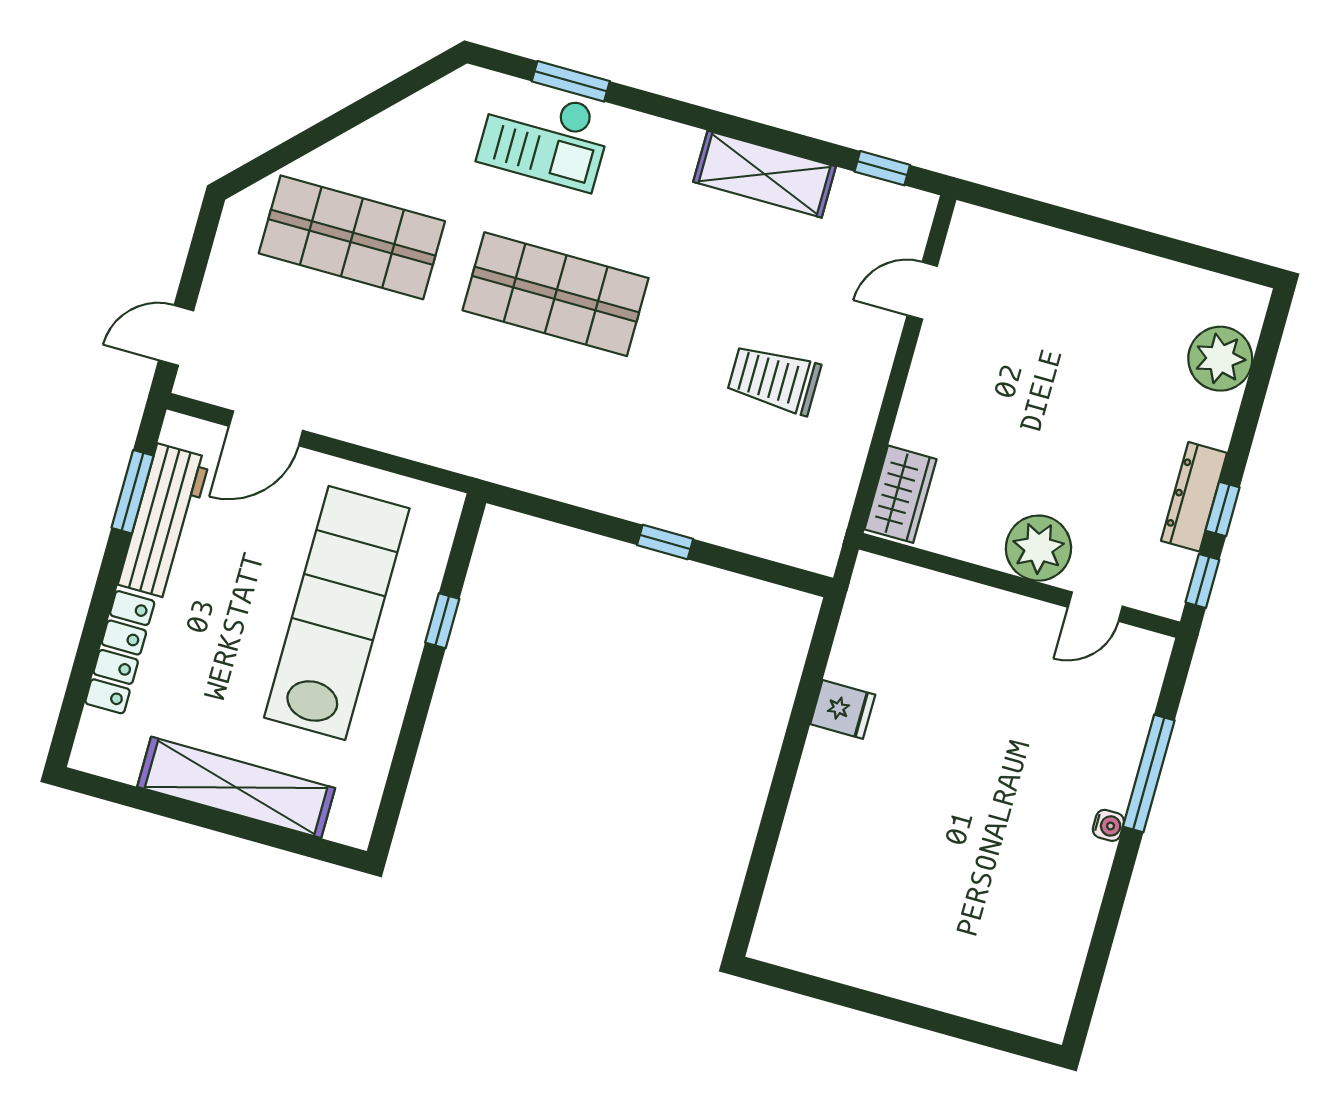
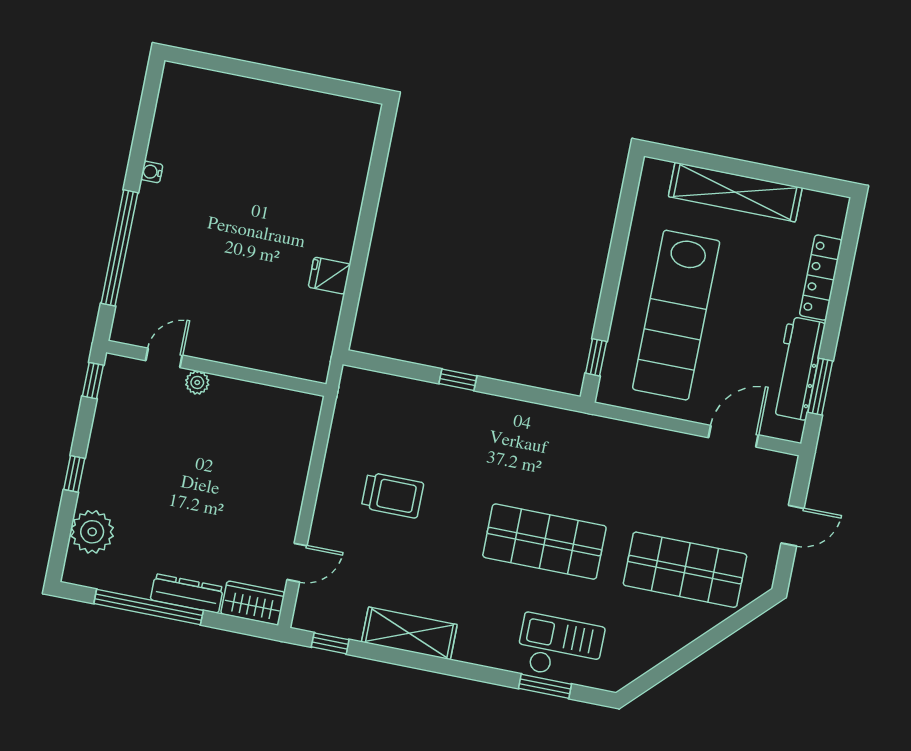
window: (1146, 242) -> (149, 607), added
door: (176, 335) -> (792, 526), moved
wardrobe: (901, 494) -> (253, 603), moved, turned 90
dresser: (1194, 497) -> (187, 593), moved, turned -90
window: (1223, 509) -> (74, 474), moved
plant: (1038, 548) -> (197, 382), width x0.53, depth x0.53
window: (442, 621) -> (596, 357), moved
window: (1149, 773) -> (119, 248), width x1.46
water cooler: (1108, 825) -> (152, 172), moved

